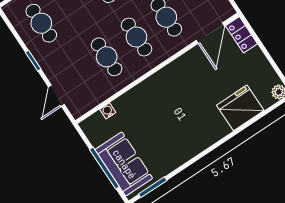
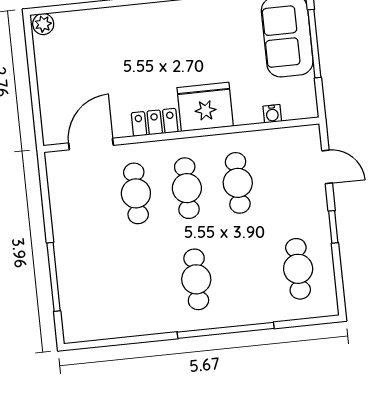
locker: (241, 35) -> (155, 122), moved, turned -90
door: (56, 96) -> (327, 167), hinge flipped
fridge: (240, 108) -> (205, 107), moved, turned 180

